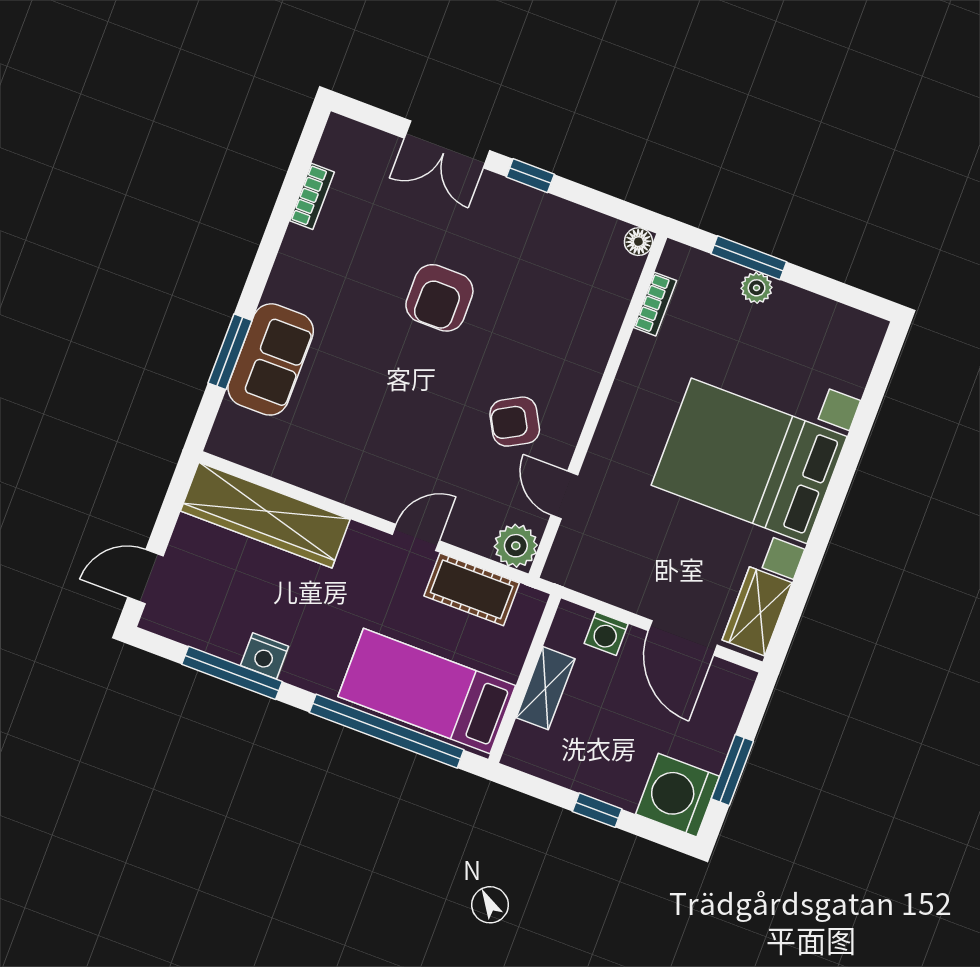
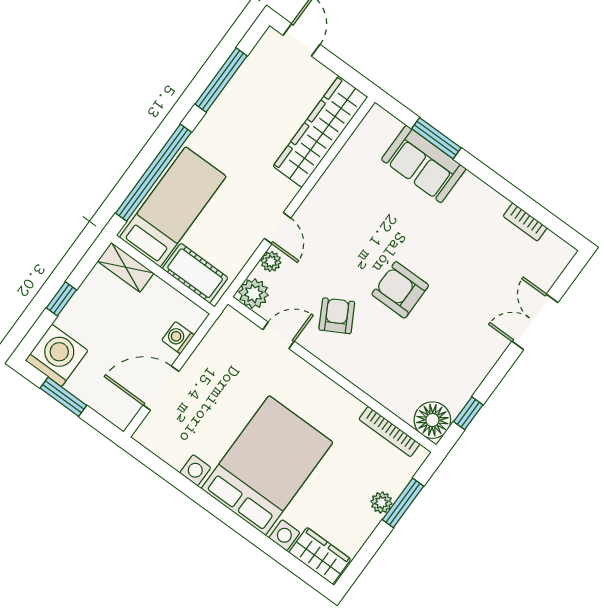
window: (530, 176) -> (468, 413), moved
floor lamp: (638, 242) -> (432, 420), width x1.89, depth x1.89
armchair: (439, 298) -> (400, 290), moved
bookcase: (655, 304) -> (389, 432), width x1.56
plant: (465, 534) -> (271, 262), added
cot: (472, 589) -> (195, 273), moved, turned 90
wardrobe: (757, 611) -> (320, 556), moved
nightstand: (265, 656) -> (226, 105), removed
shelving: (546, 688) -> (126, 267), moved

